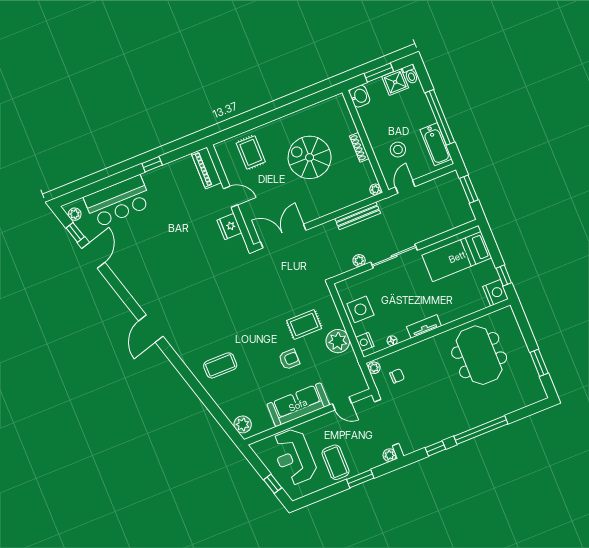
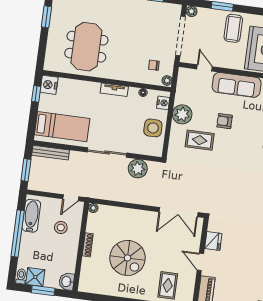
bench: (358, 216) -> (51, 153), moved
plant: (359, 260) -> (138, 169), width x1.87, depth x1.87

